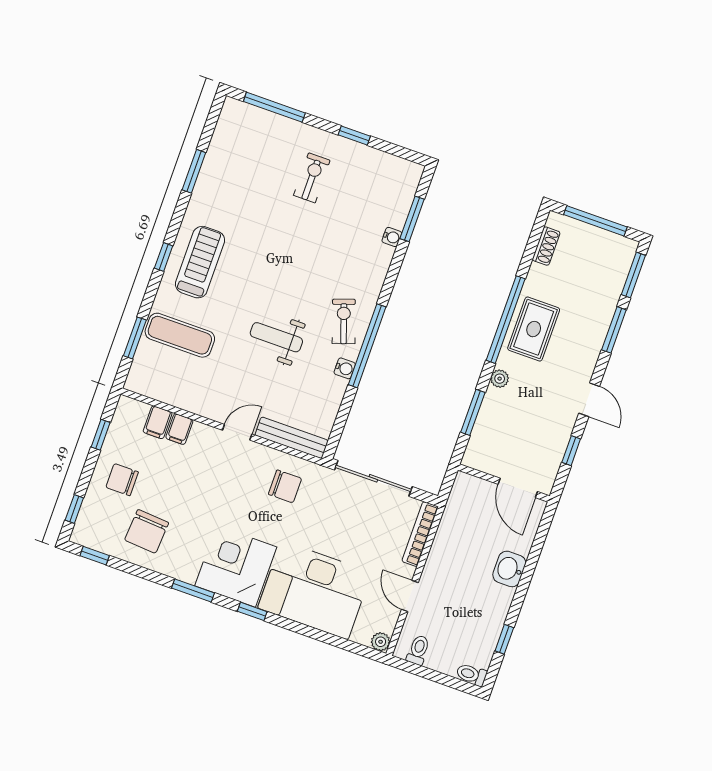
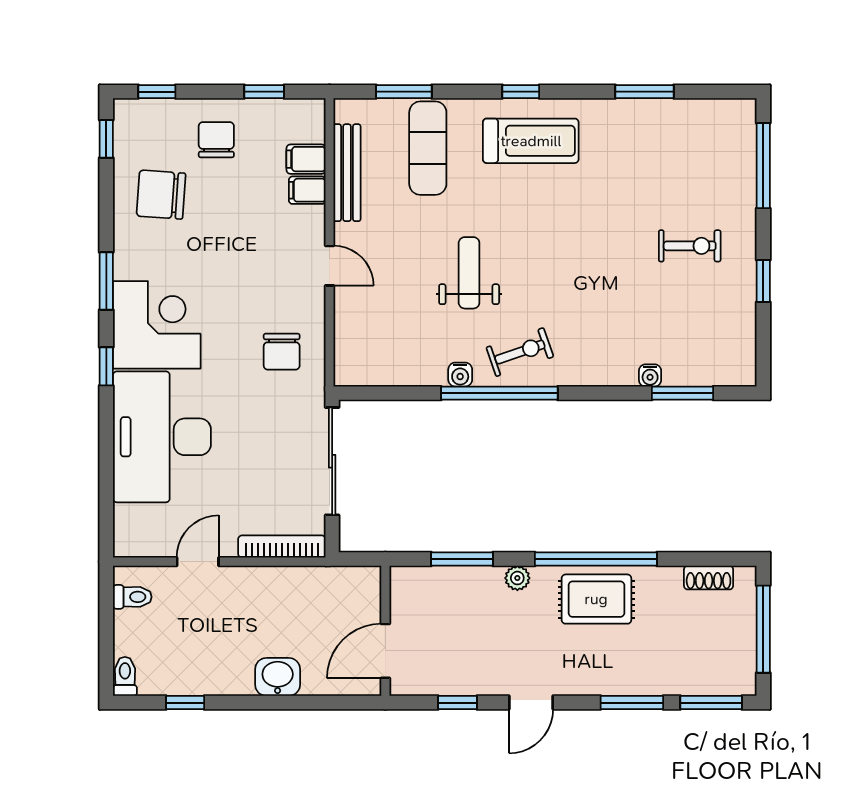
bench: (292, 438) -> (347, 173), moved
plant: (381, 642) -> (126, 545), removed

